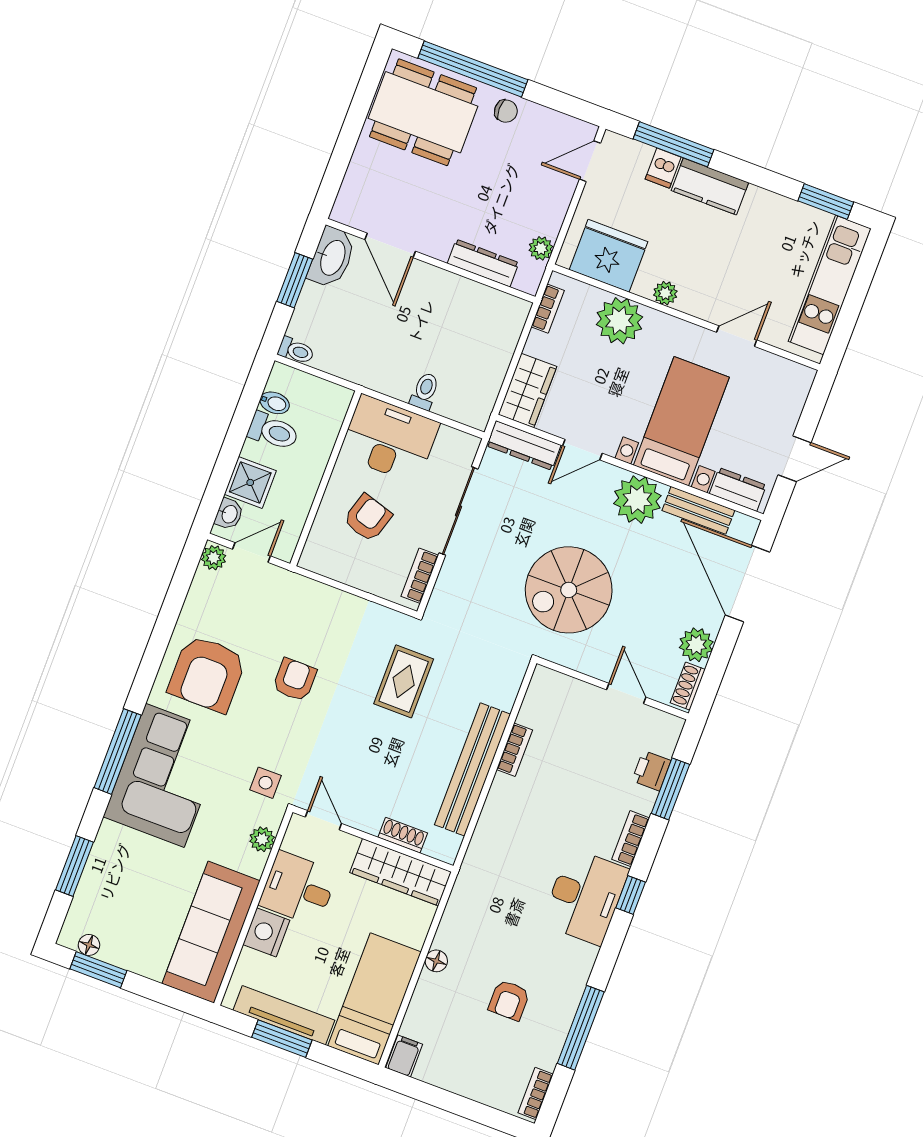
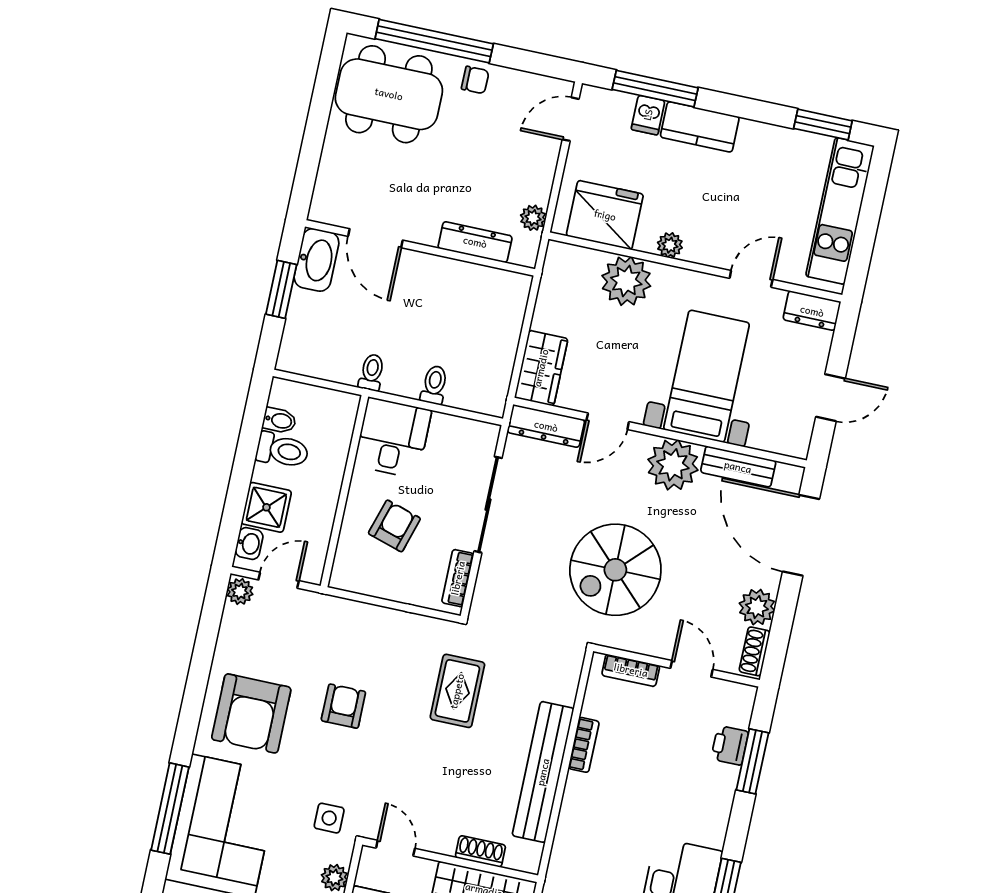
bookcase: (548, 309) -> (550, 280), removed
toilet: (296, 351) -> (372, 372), moved, turned -90
desk: (389, 439) -> (393, 438), width x0.73
dresser: (738, 489) -> (812, 311), moved, turned 180
bookcase: (631, 839) -> (631, 670), moved, turned -90

